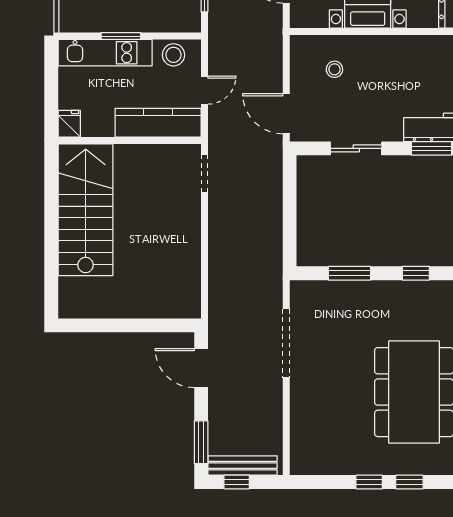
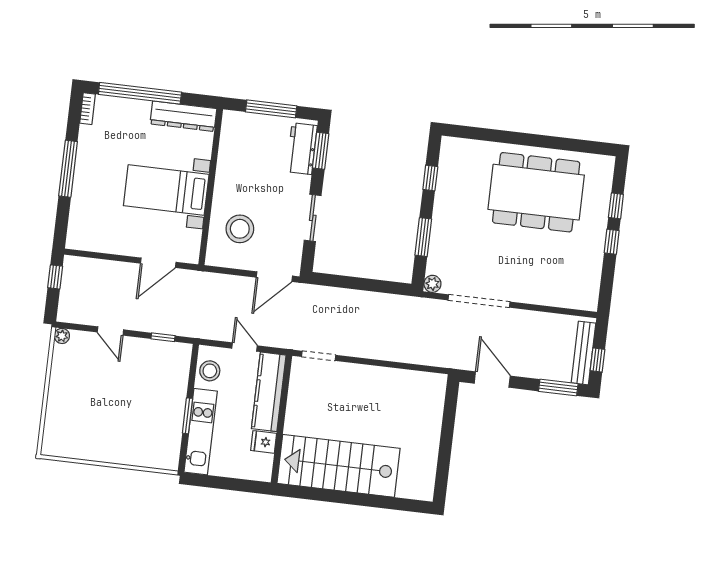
stool: (334, 69) -> (240, 229), width x1.89, depth x1.89
fridge: (69, 124) -> (264, 442), moved
plant: (299, 290) -> (432, 284), added
door: (201, 368) -> (492, 380), swing flipped

